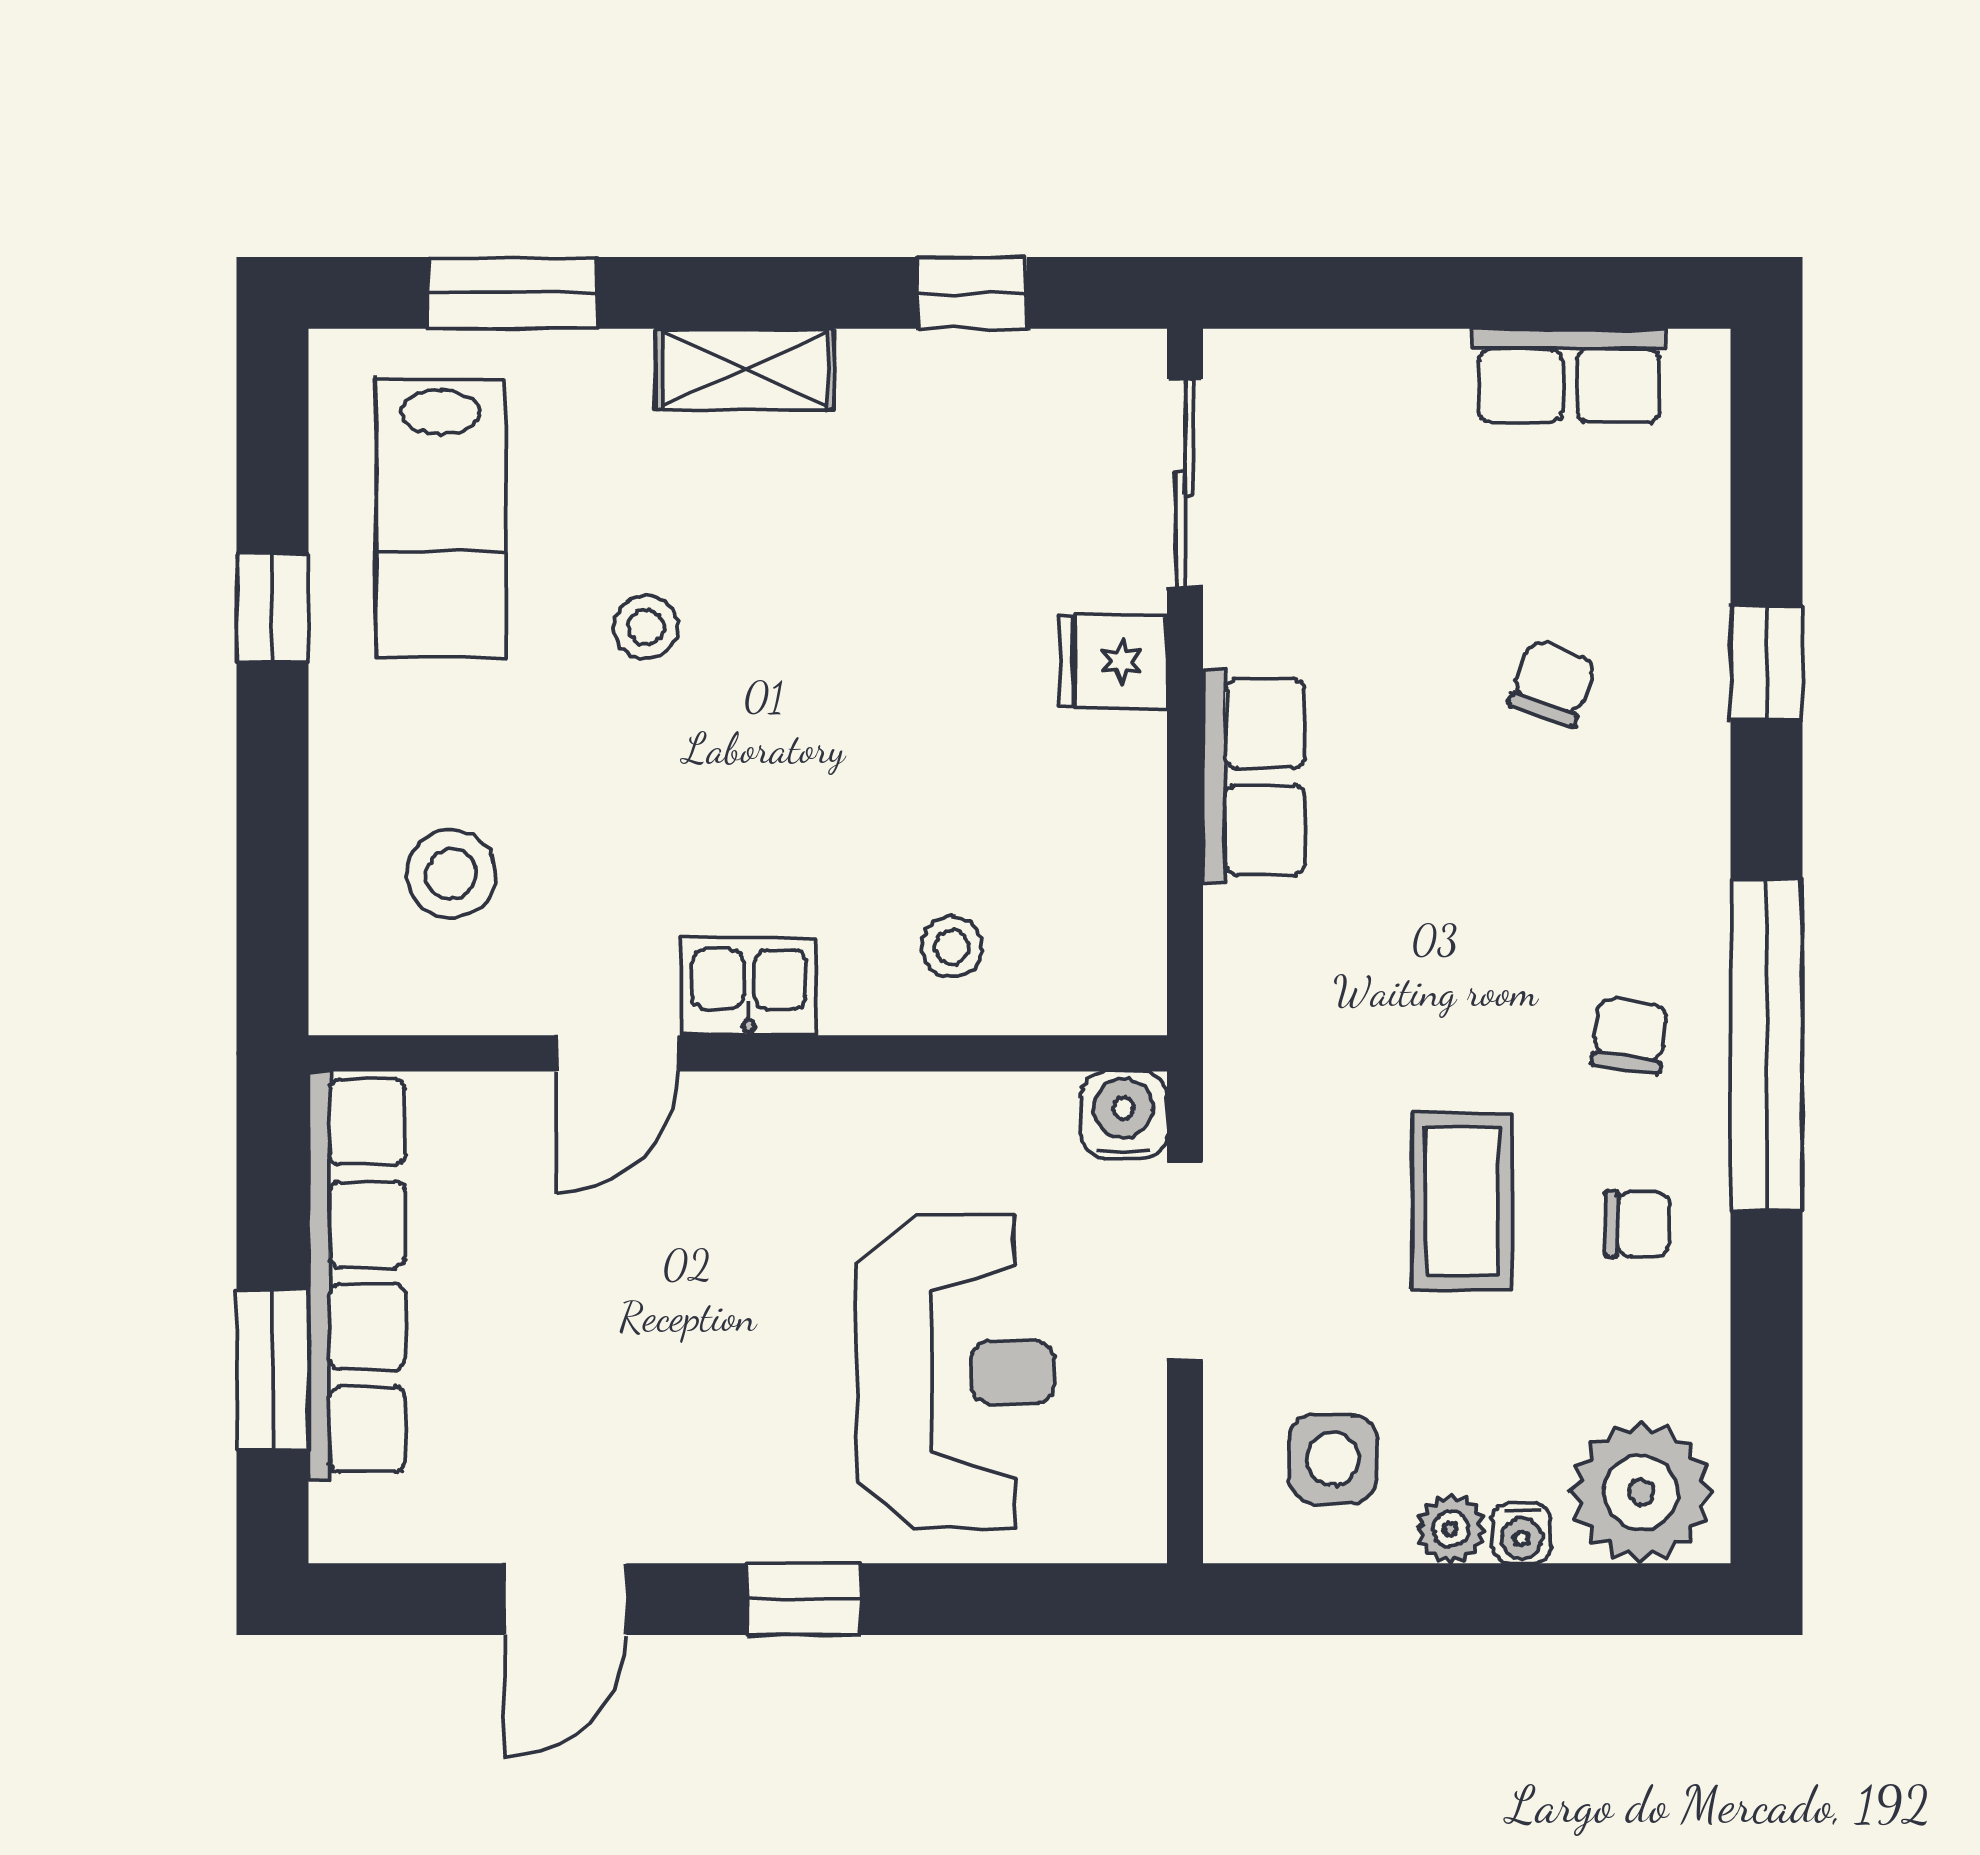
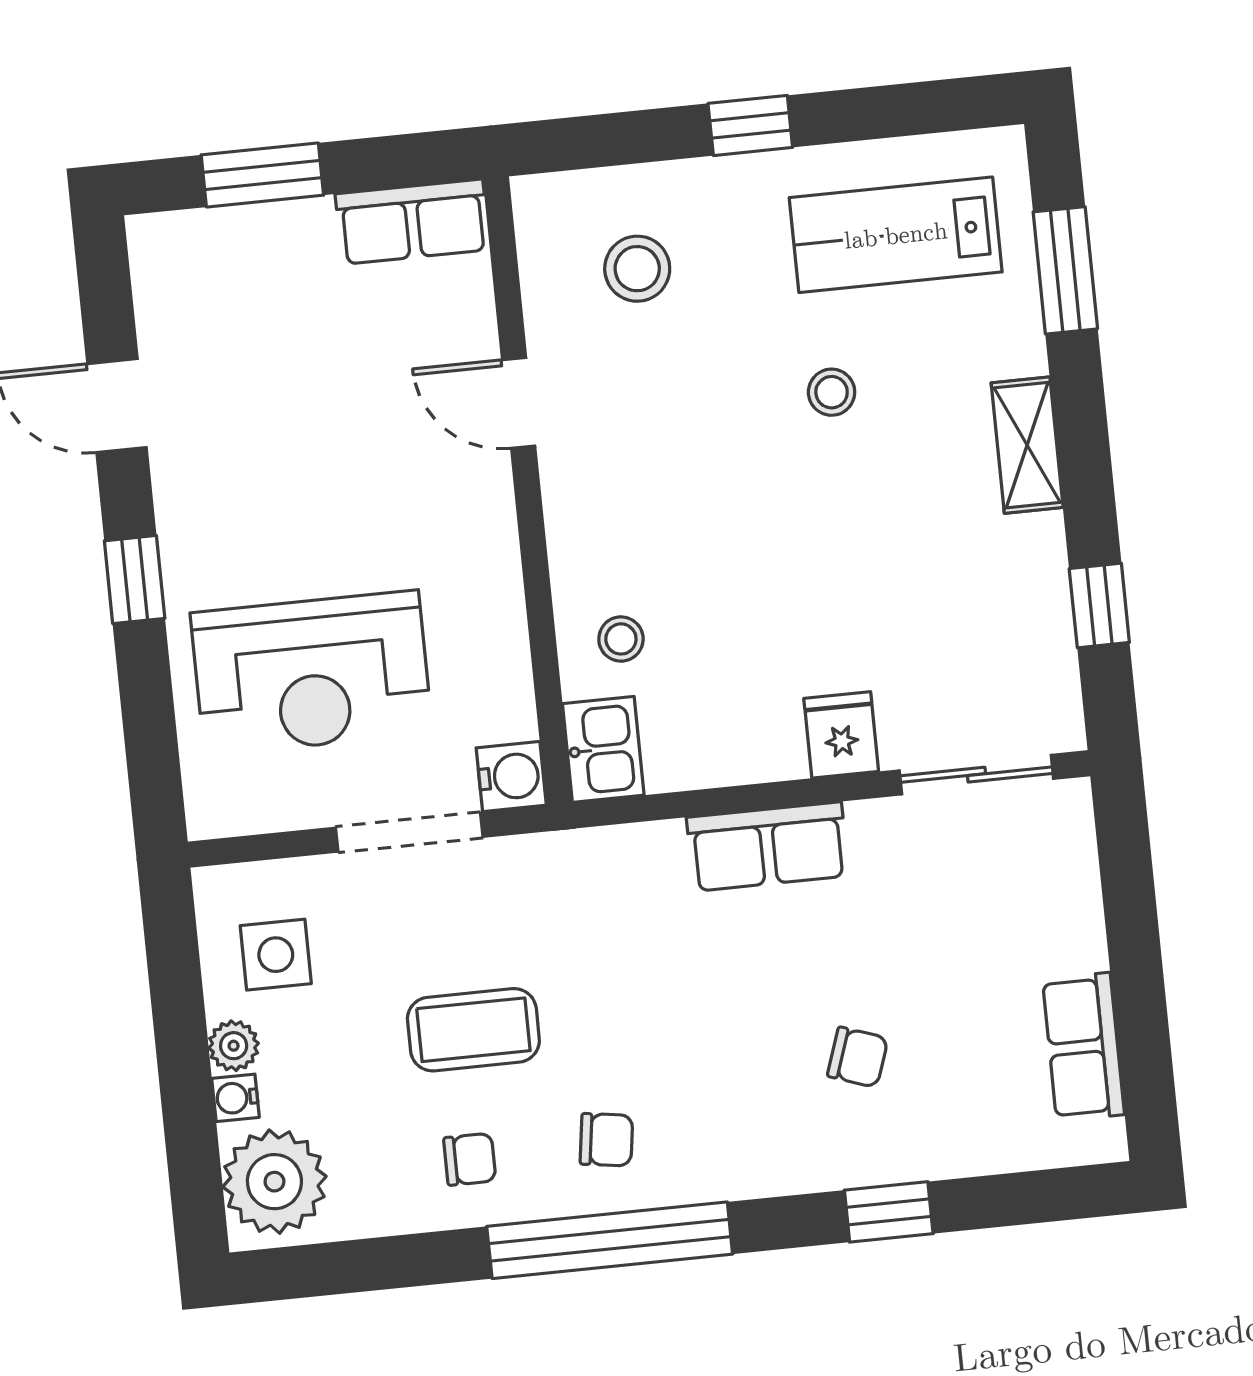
window: (272, 608) -> (750, 125), moved
kitchen sink: (749, 986) -> (603, 749), moved
chair: (1637, 1224) -> (470, 1159), turned -90
row of seats: (357, 1276) -> (412, 222), width x0.50

